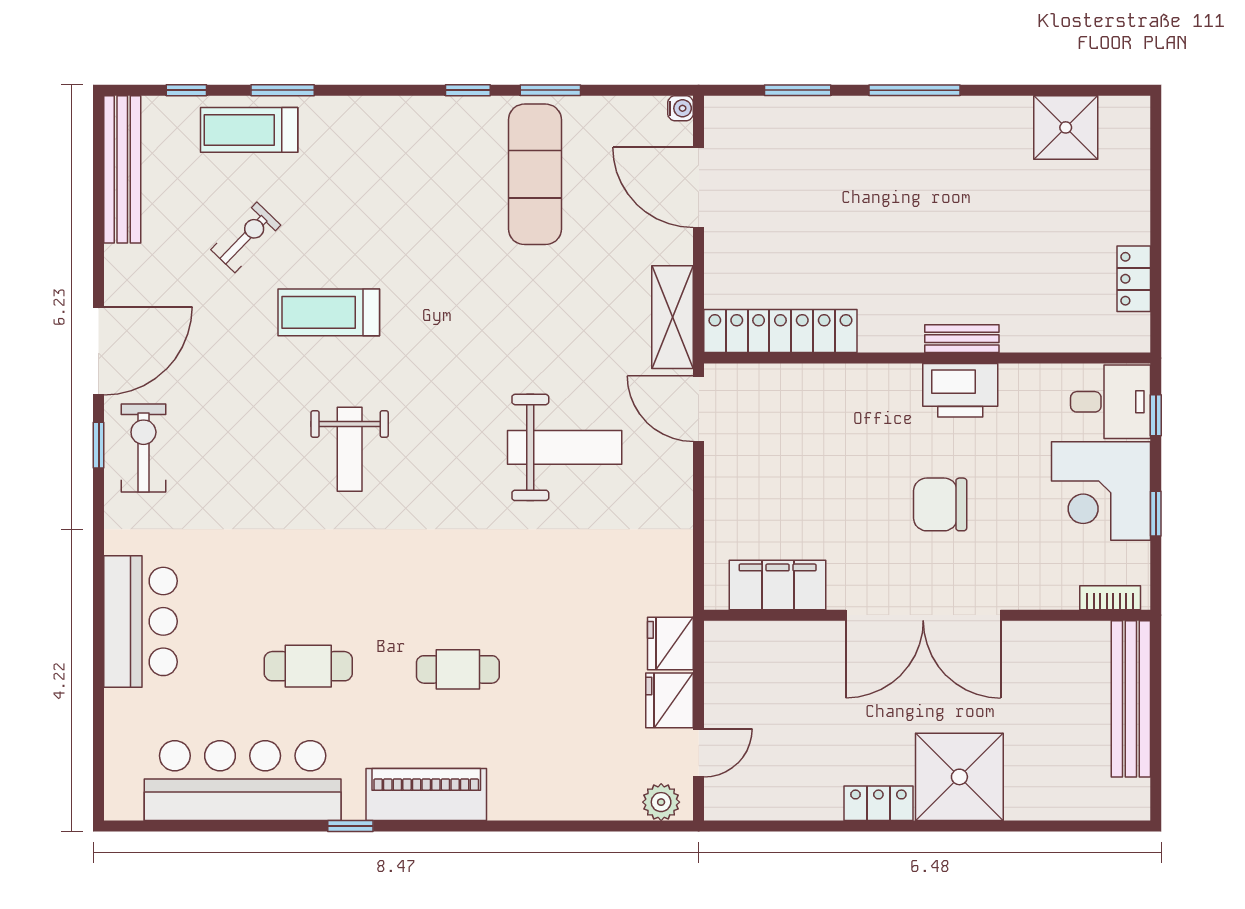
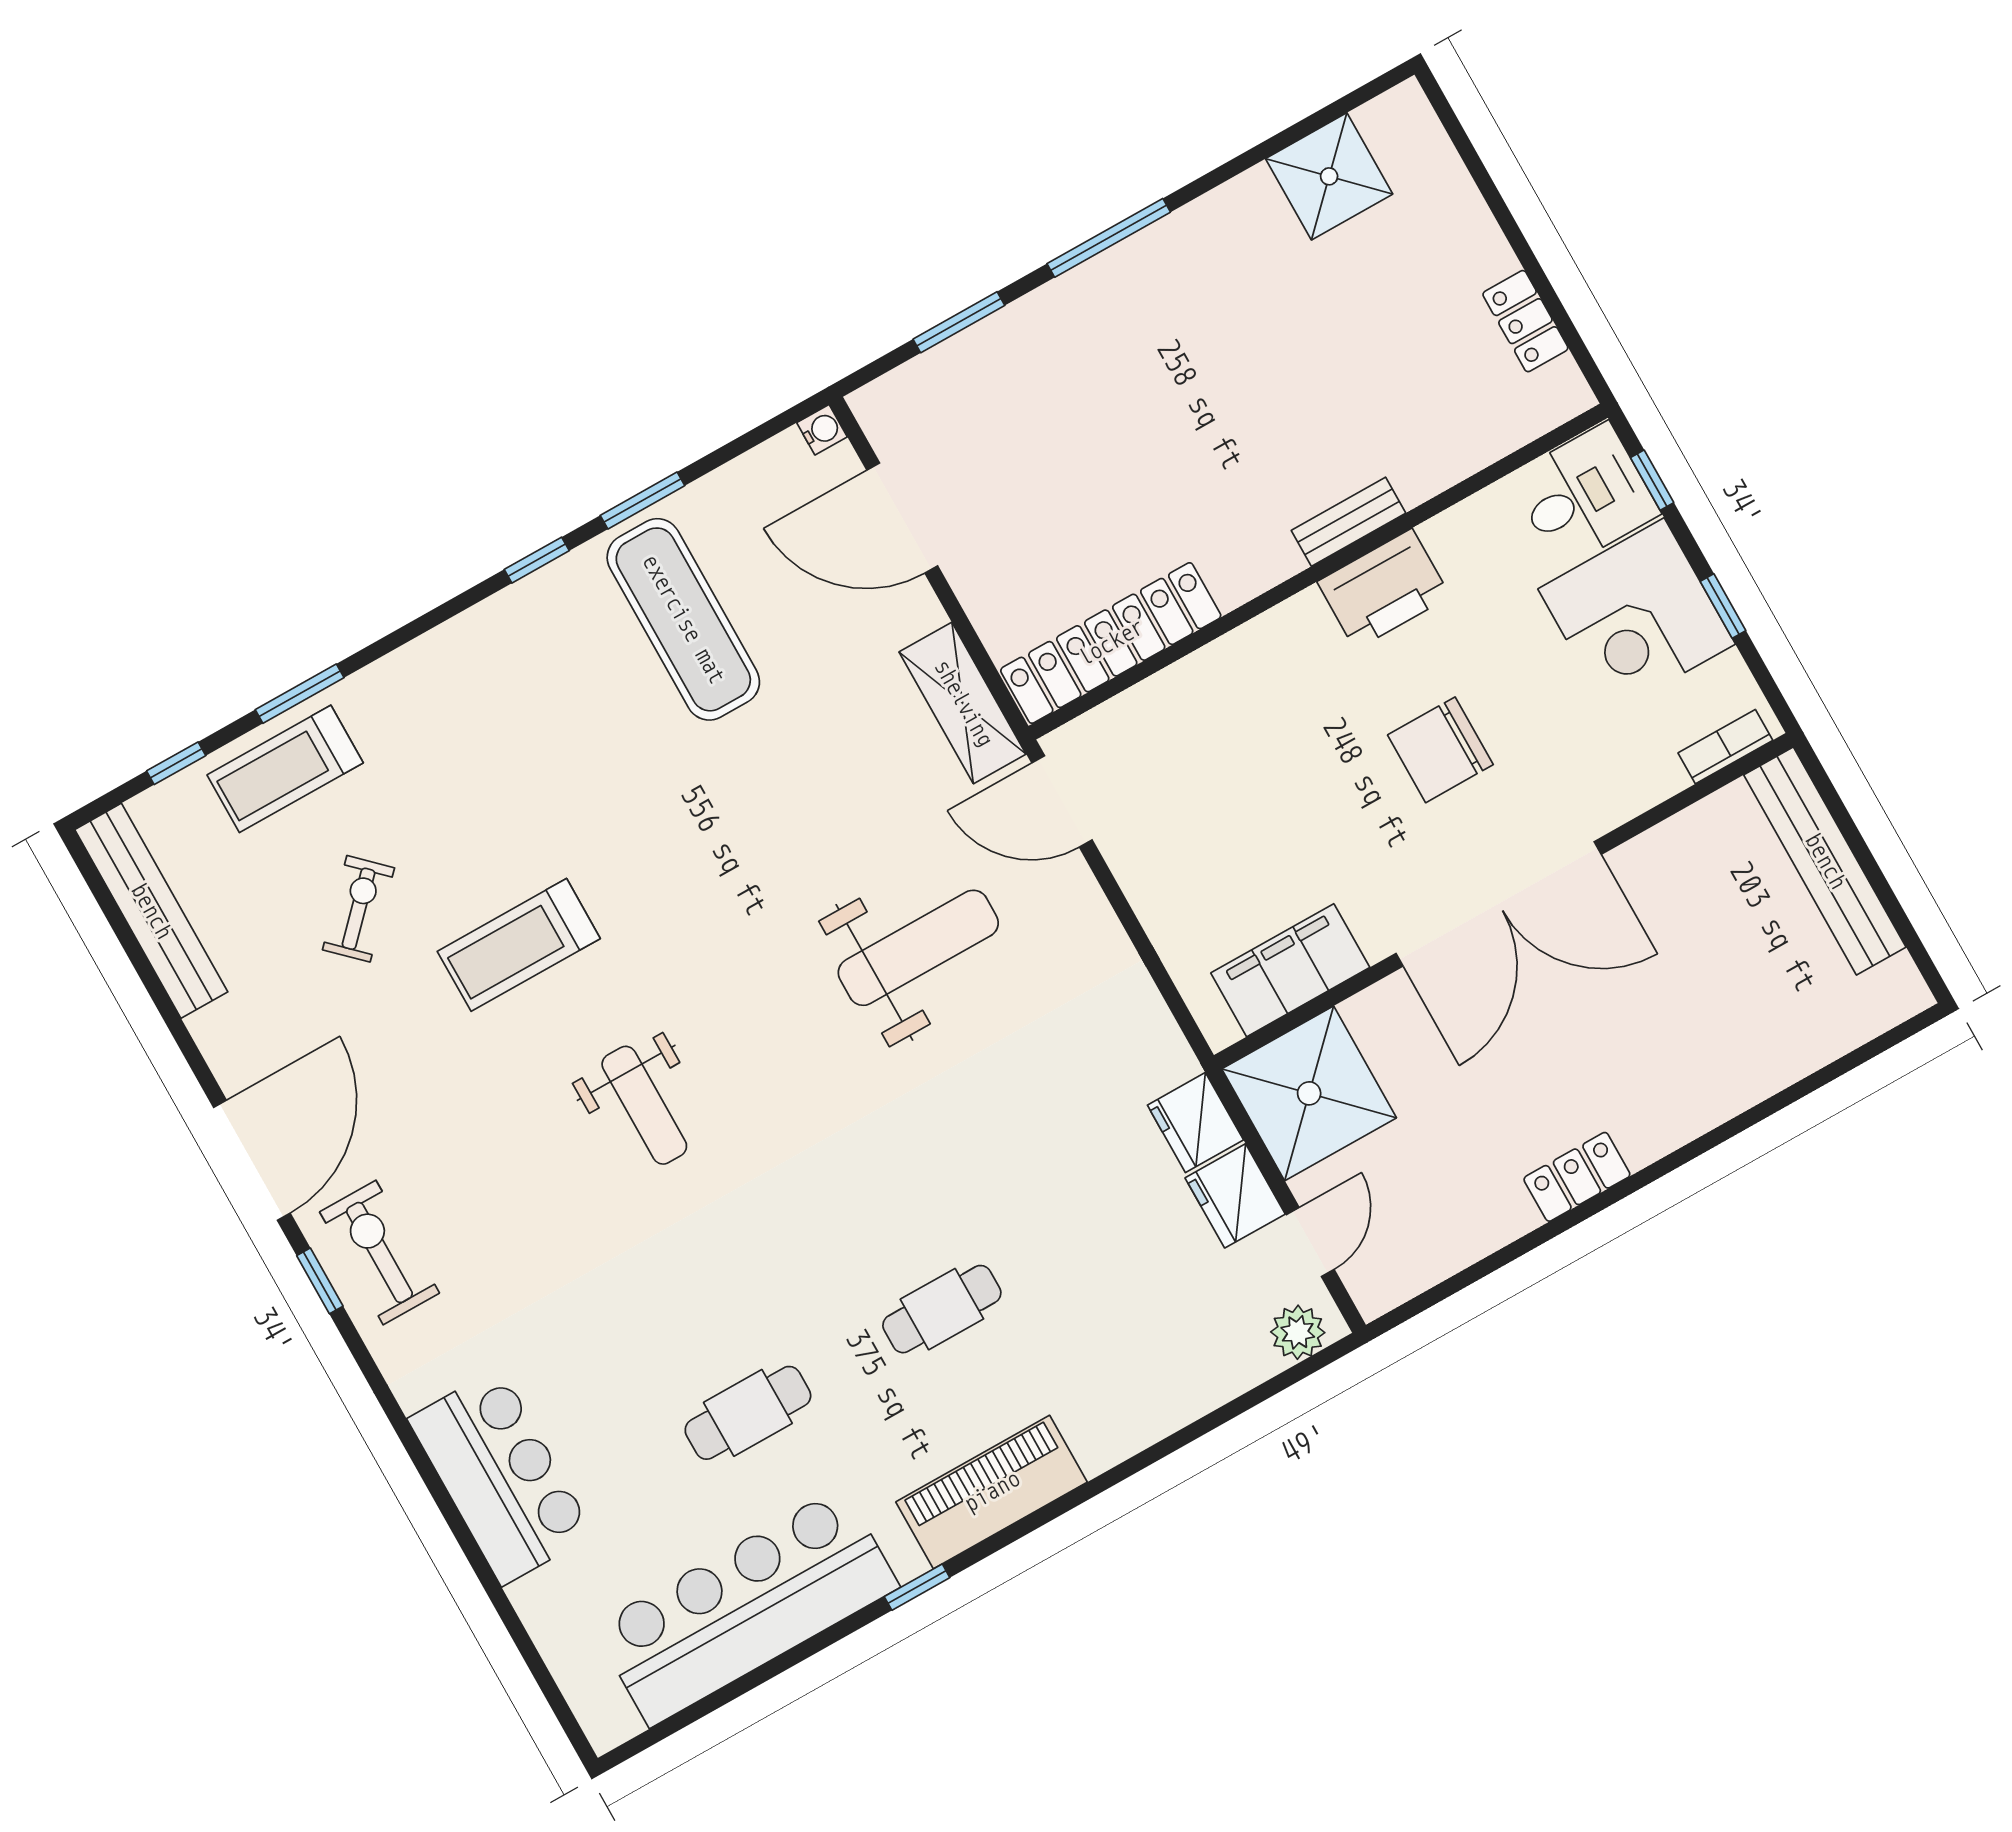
shower: (959, 777) -> (1309, 1093), moved

